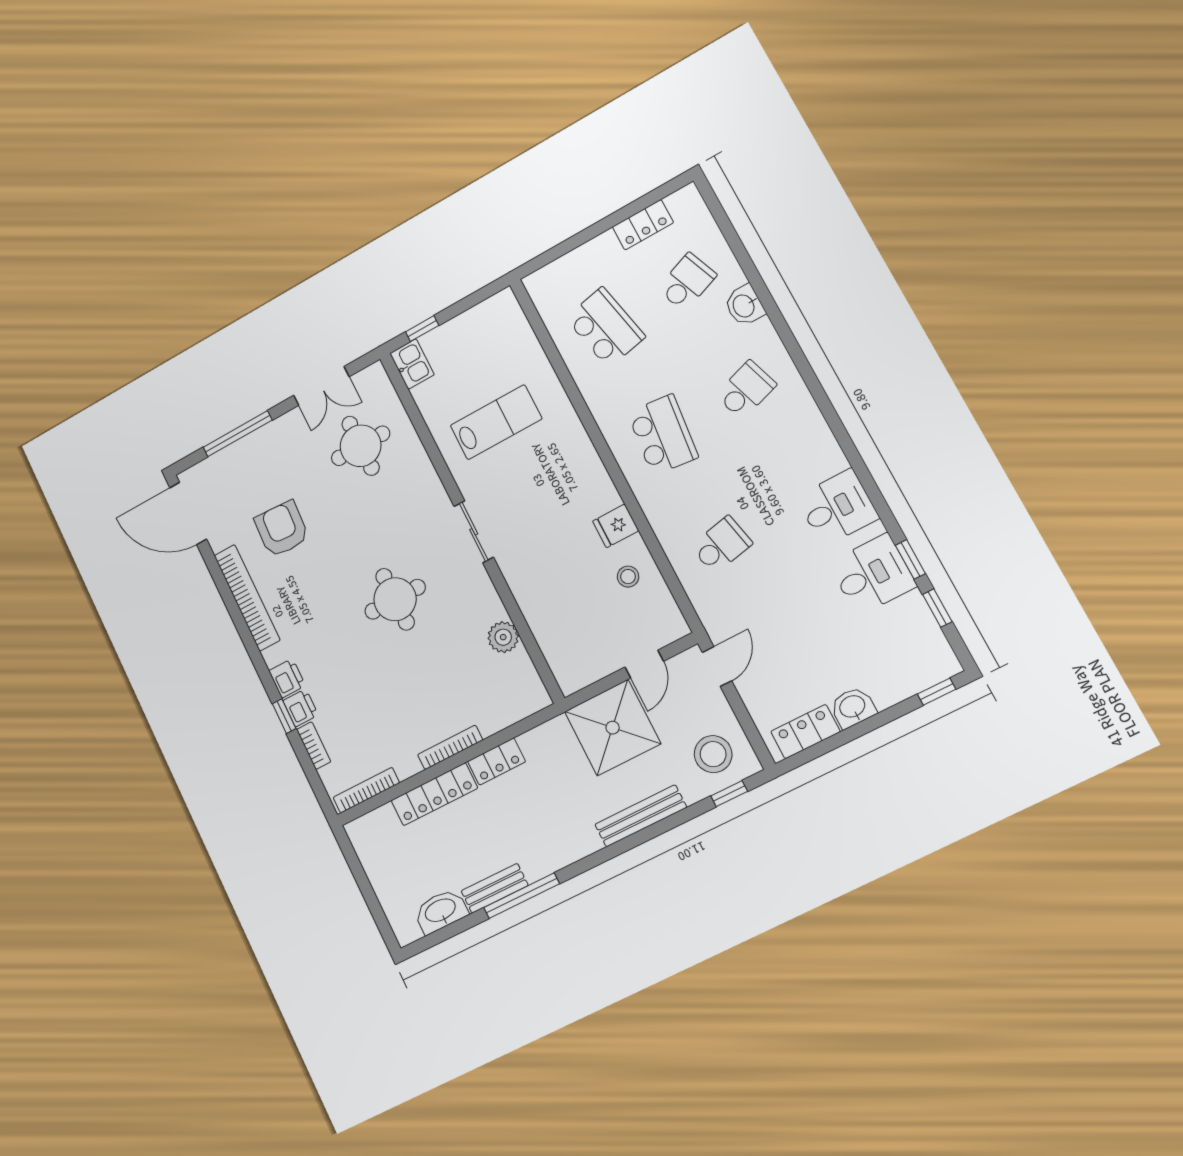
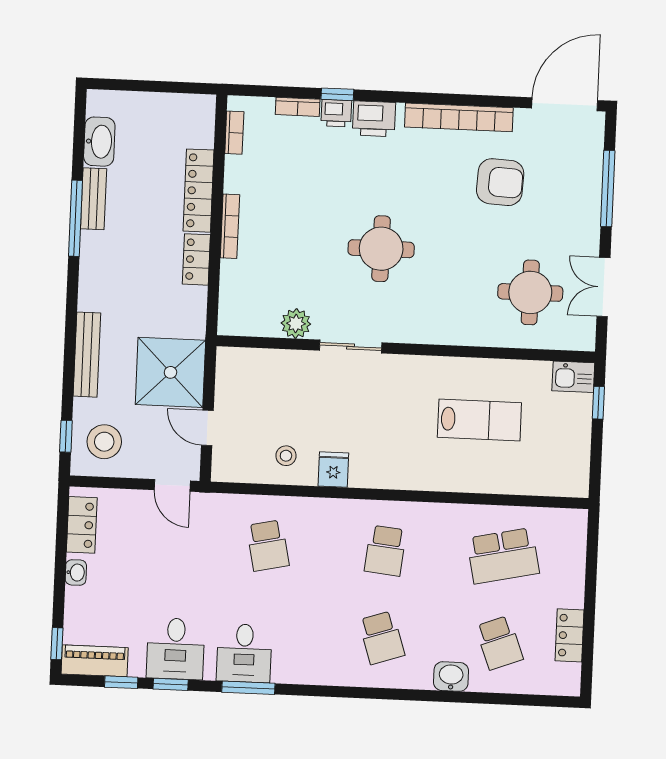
lab bench: (496, 422) -> (479, 420), turned -90
school desk: (663, 435) -> (385, 551), width x0.54
window: (869, 484) -> (248, 688), added
sliding door: (474, 532) -> (351, 347), moved
piano: (932, 645) -> (95, 661), added
printer: (287, 678) -> (374, 119), width x1.36, depth x1.24
washbasin: (853, 707) -> (76, 572), width x0.72, depth x0.69
bookcase: (366, 790) -> (234, 133), width x0.64

